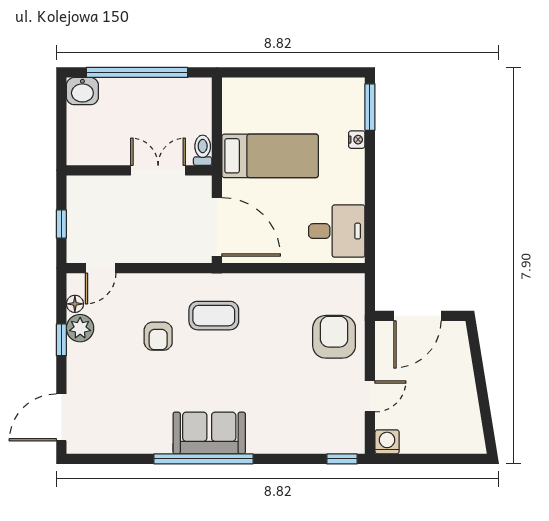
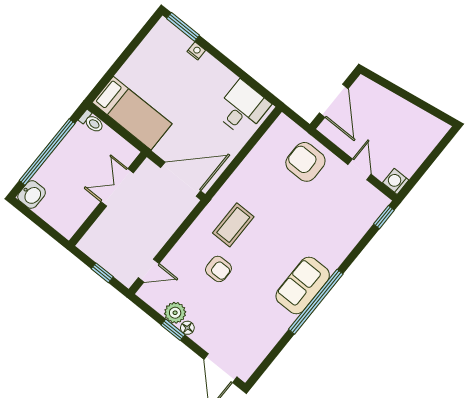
toilet: (203, 150) -> (92, 122), moved, turned 180
bed: (270, 156) -> (132, 113), moved, turned 90
door: (101, 268) -> (149, 271), hinge flipped
floor lamp: (75, 304) -> (187, 328), moved

